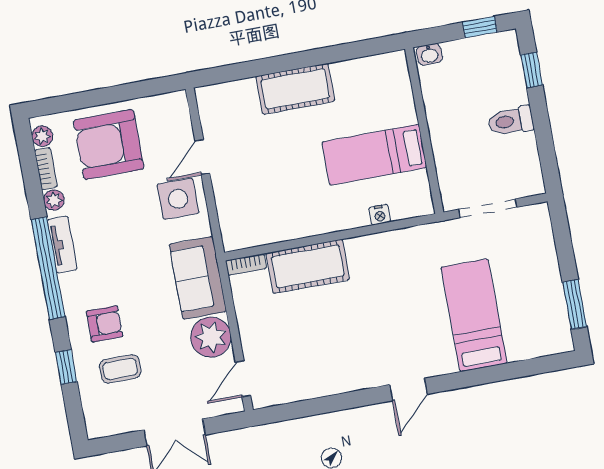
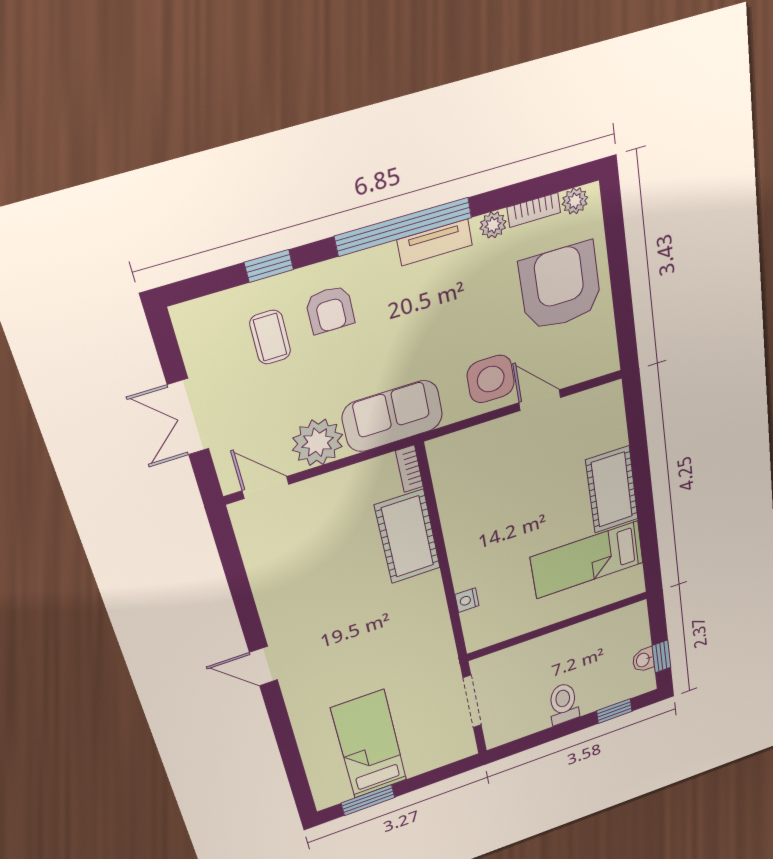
washbasin: (429, 54) -> (643, 660), moved
bed: (374, 155) -> (587, 560), moved, turned -90
bed: (474, 315) -> (369, 744), moved, turned -90

